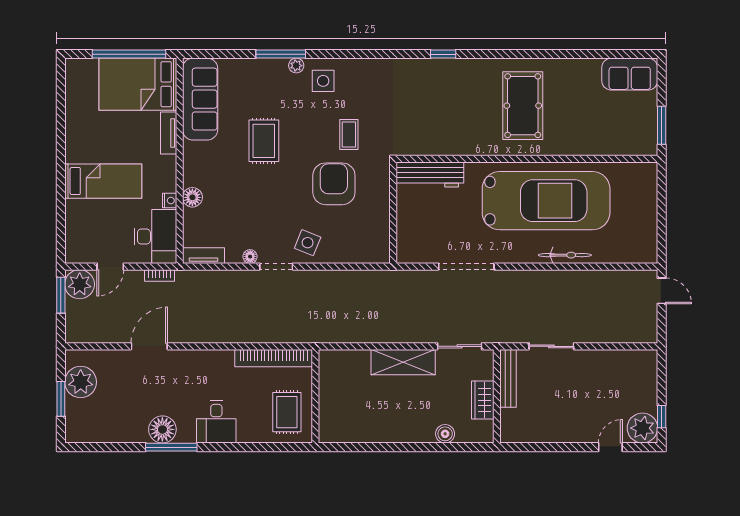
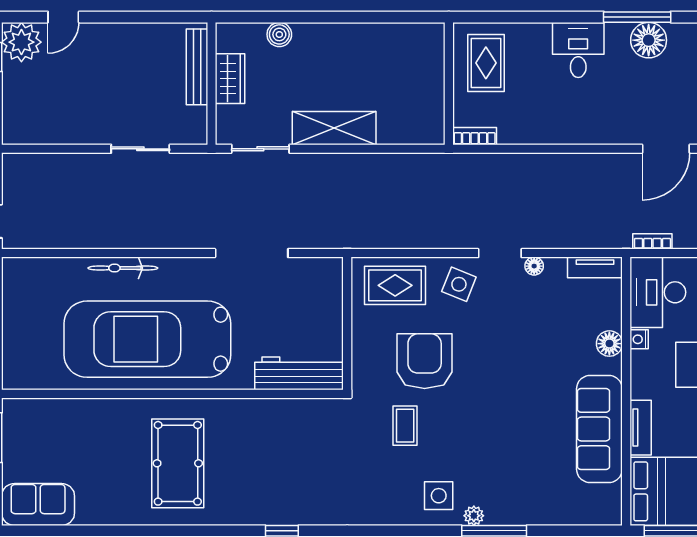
sofa: (200, 99) -> (599, 429), moved
rug: (264, 141) -> (395, 285), moved, turned 90
armchair: (334, 184) -> (425, 361), turned 180
bookcase: (274, 358) -> (475, 136), width x0.43, depth x0.76
bench: (508, 378) -> (197, 67), moved

